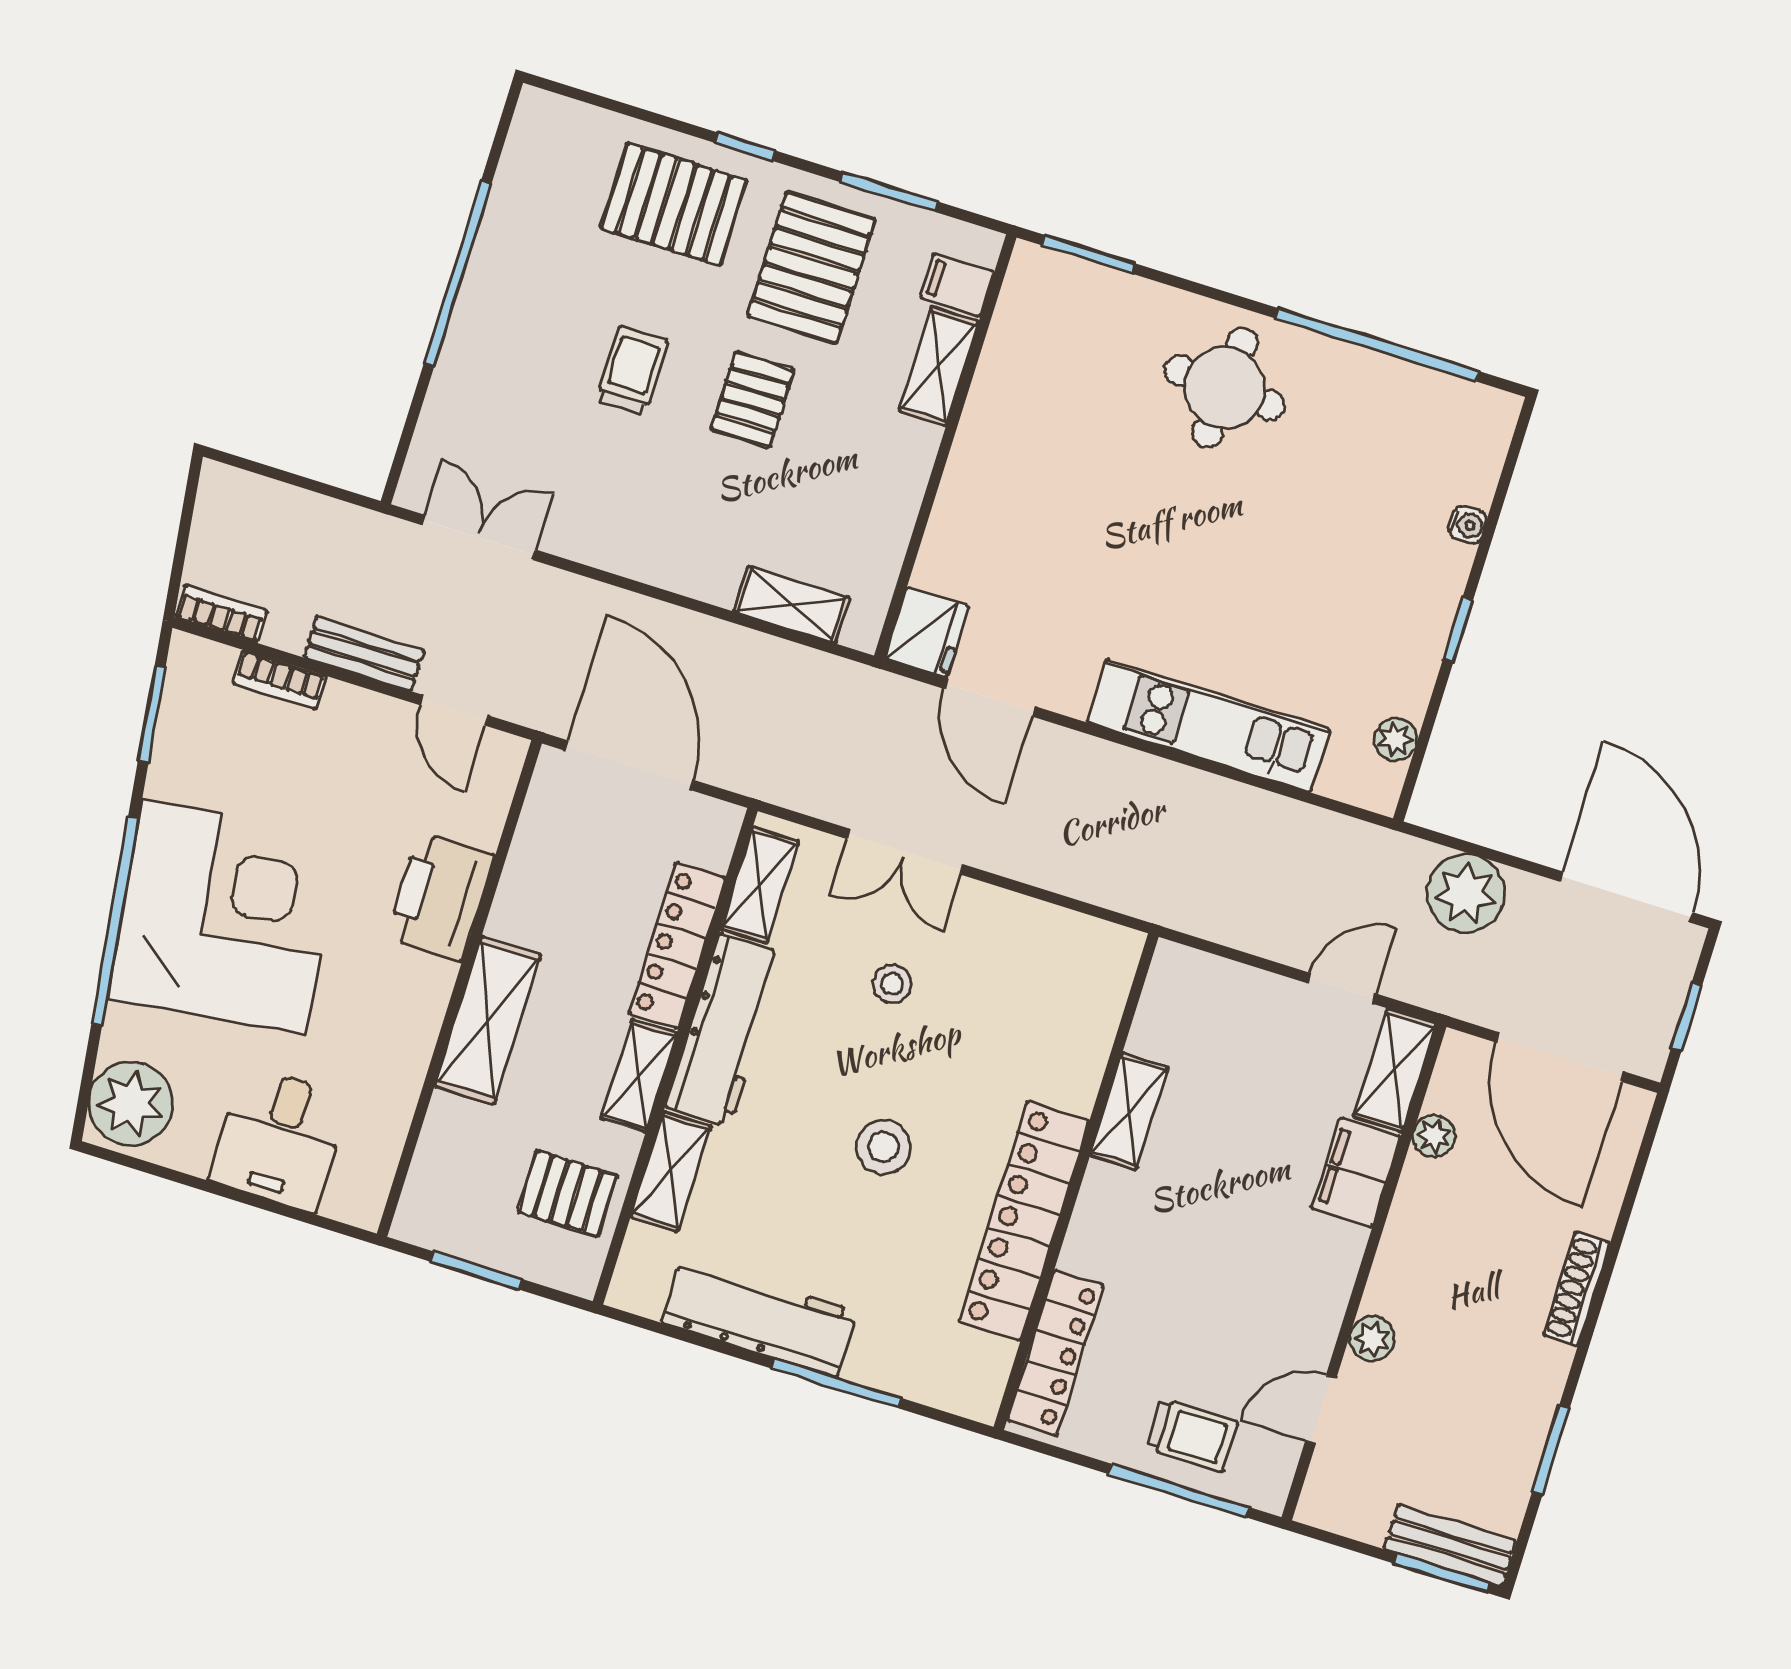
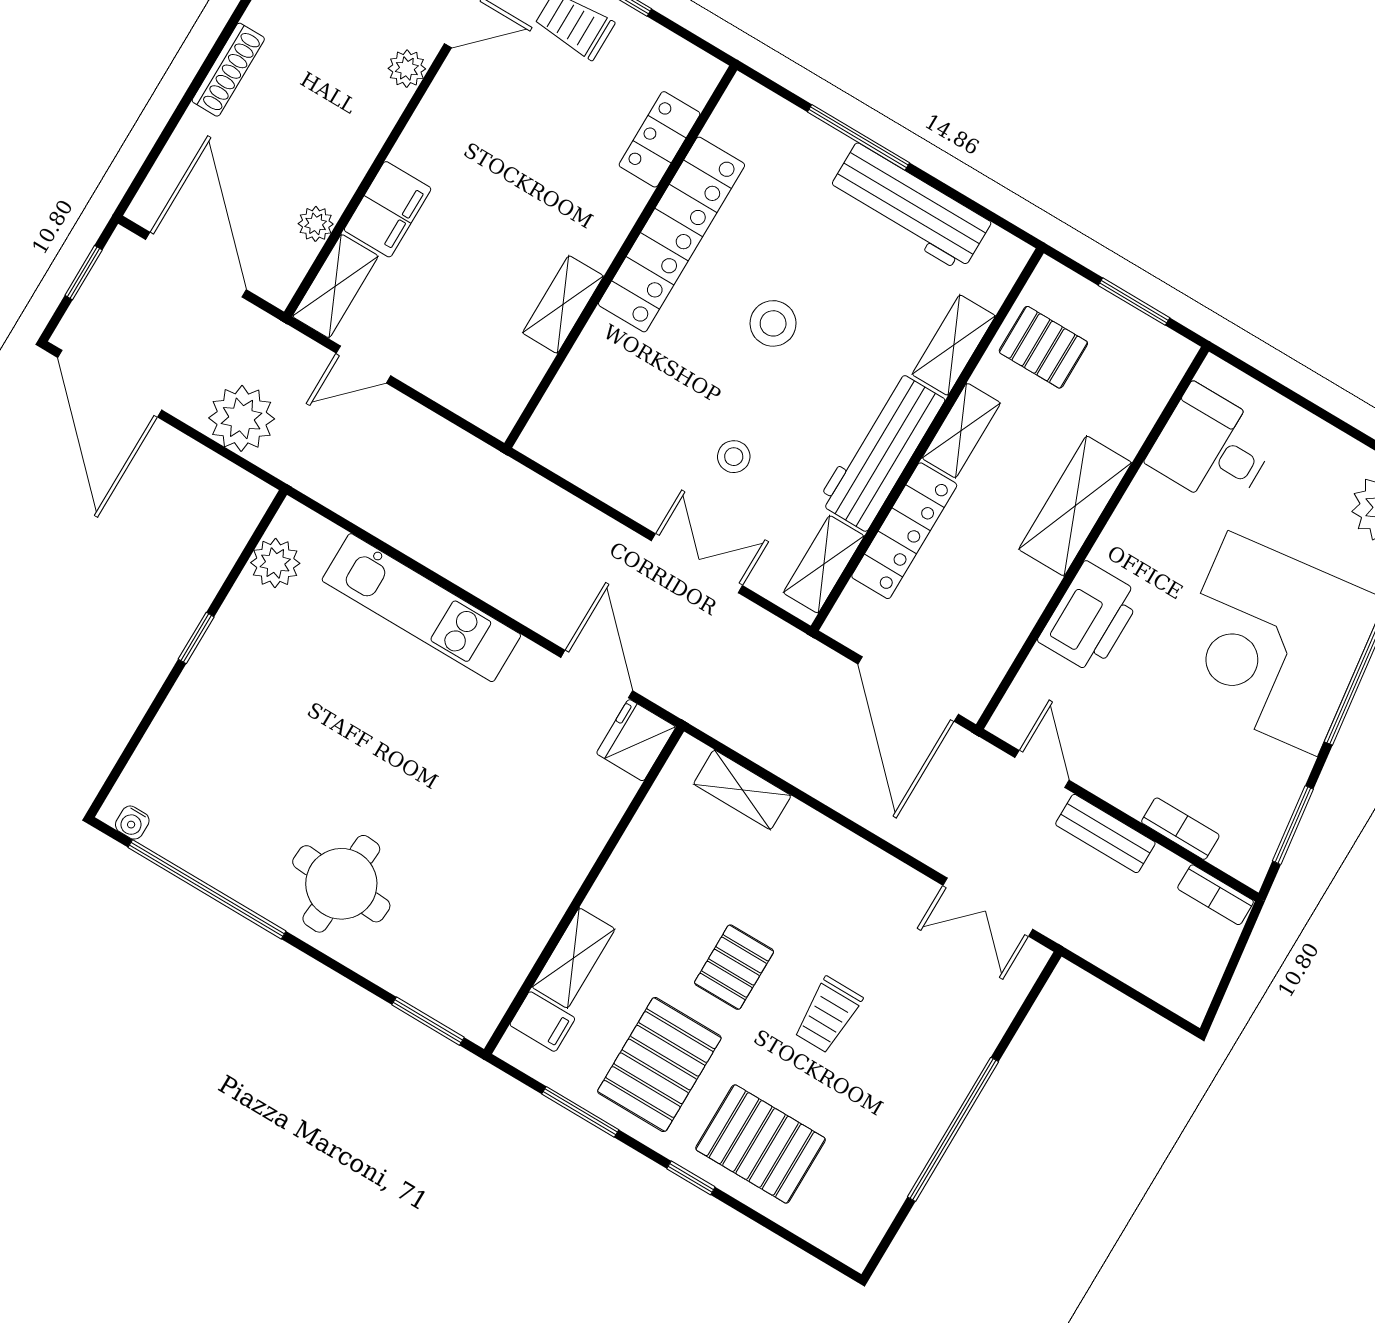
water cooler: (1467, 525) -> (132, 823), moved, turned -90
plant: (1396, 739) -> (275, 563), width x1.38, depth x1.38
desk: (279, 1139) -> (1212, 448), moved, turned -90
locker: (1056, 1353) -> (659, 139), width x0.66

